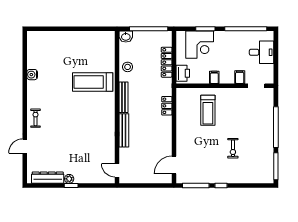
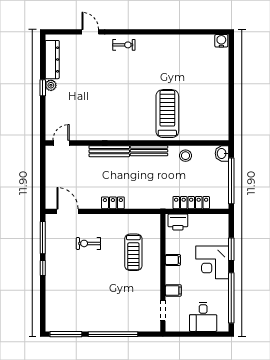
corner desk: (200, 45) -> (212, 262), moved
water cooler: (32, 75) -> (221, 41), moved
locker: (167, 106) -> (113, 203), moved
treadmill: (208, 110) -> (133, 252), turned -90
exercise bike: (233, 148) -> (88, 243), moved

